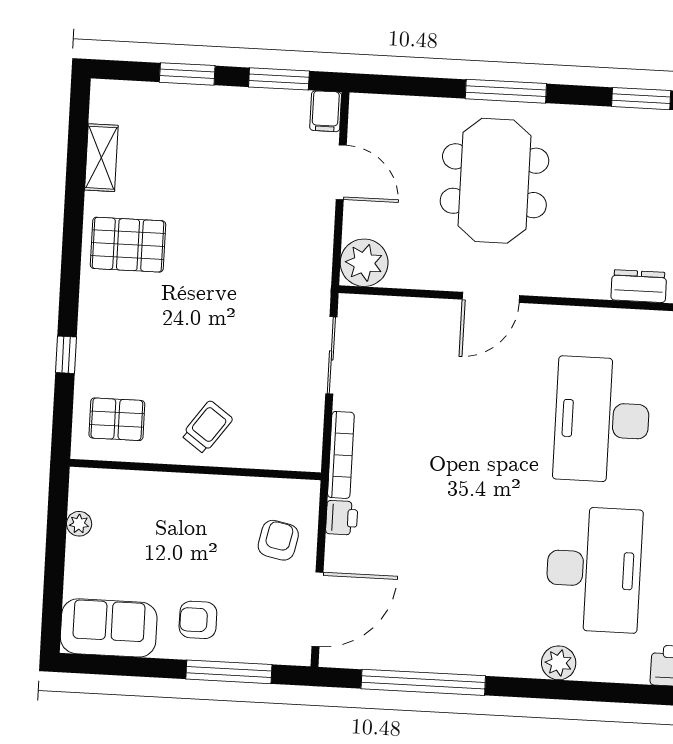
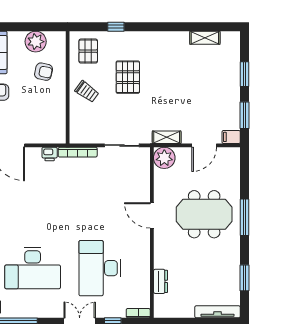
pallet: (128, 245) -> (128, 77), moved
shelving: (319, 255) -> (167, 137), added
desk: (602, 420) -> (100, 268), turned -90
plant: (79, 524) -> (36, 42), width x1.88, depth x1.88
armchair: (278, 540) -> (44, 72), moved

